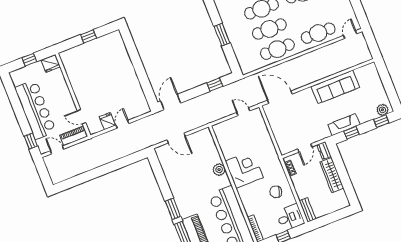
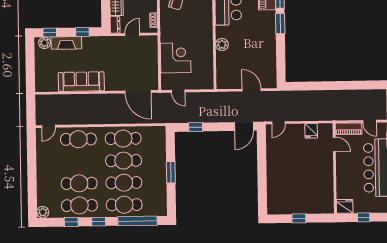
door: (122, 124) -> (278, 123), moved
fireplace: (344, 125) -> (66, 43), moved
corner desk: (244, 169) -> (176, 58), moved, turned 180

